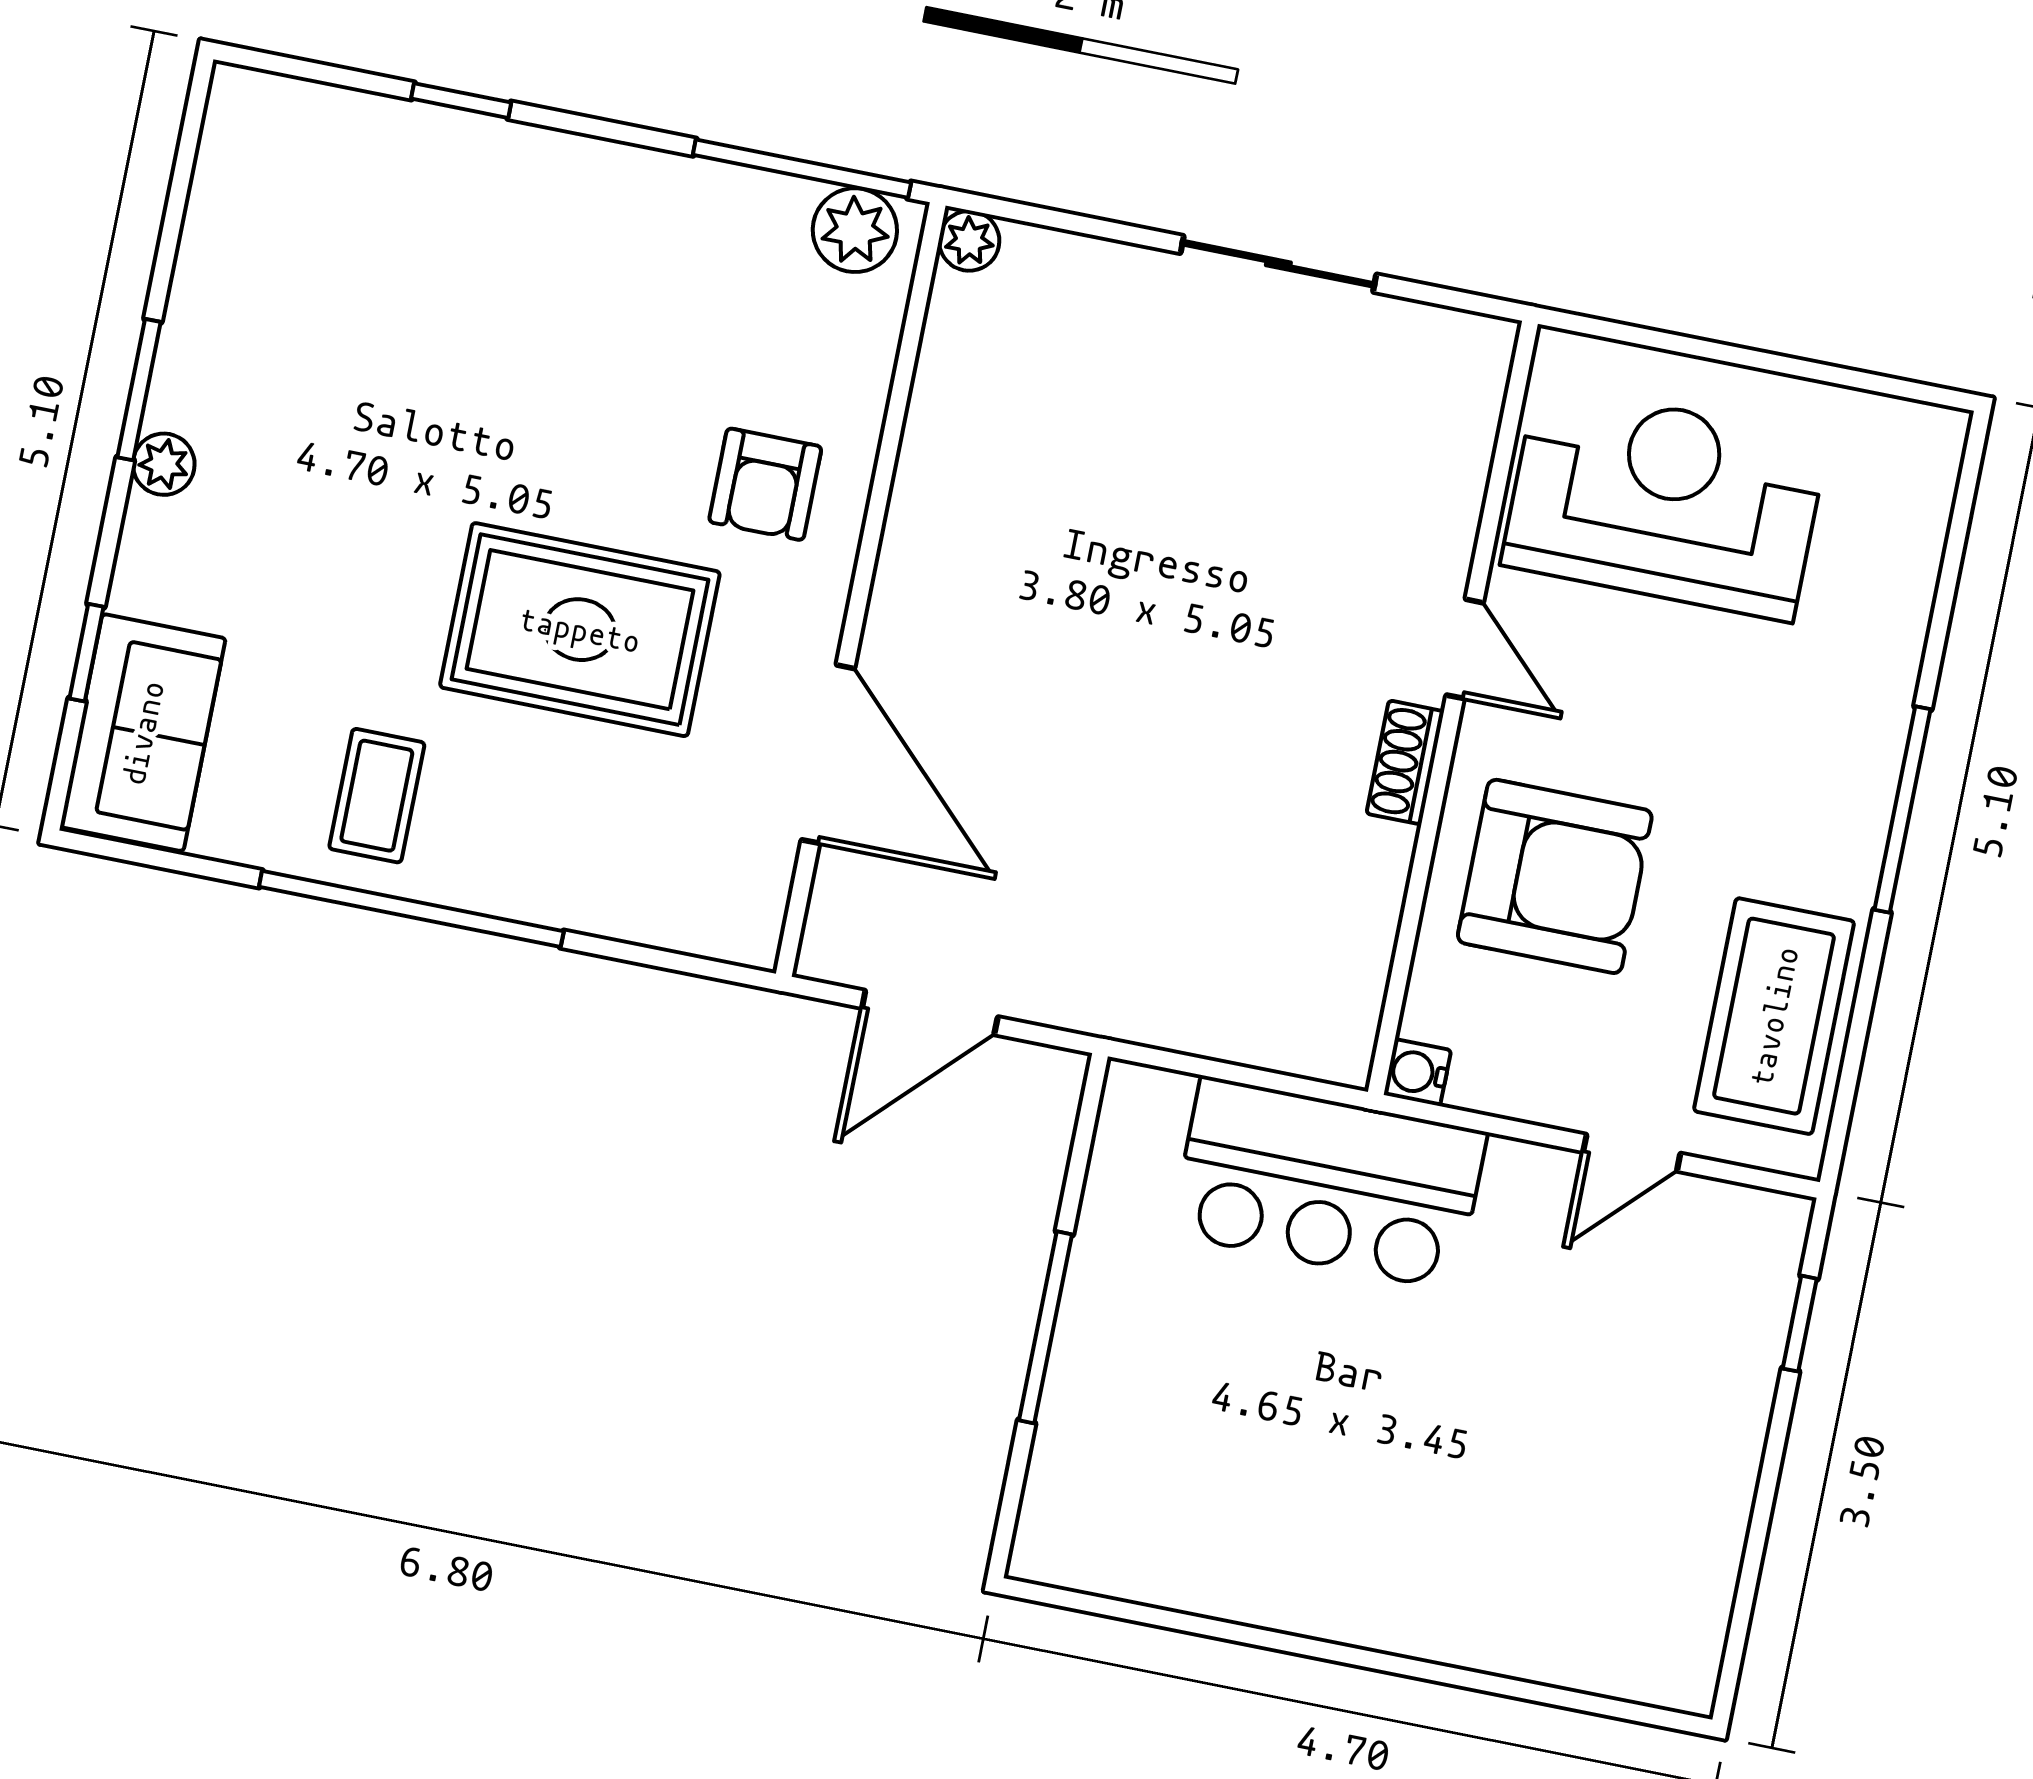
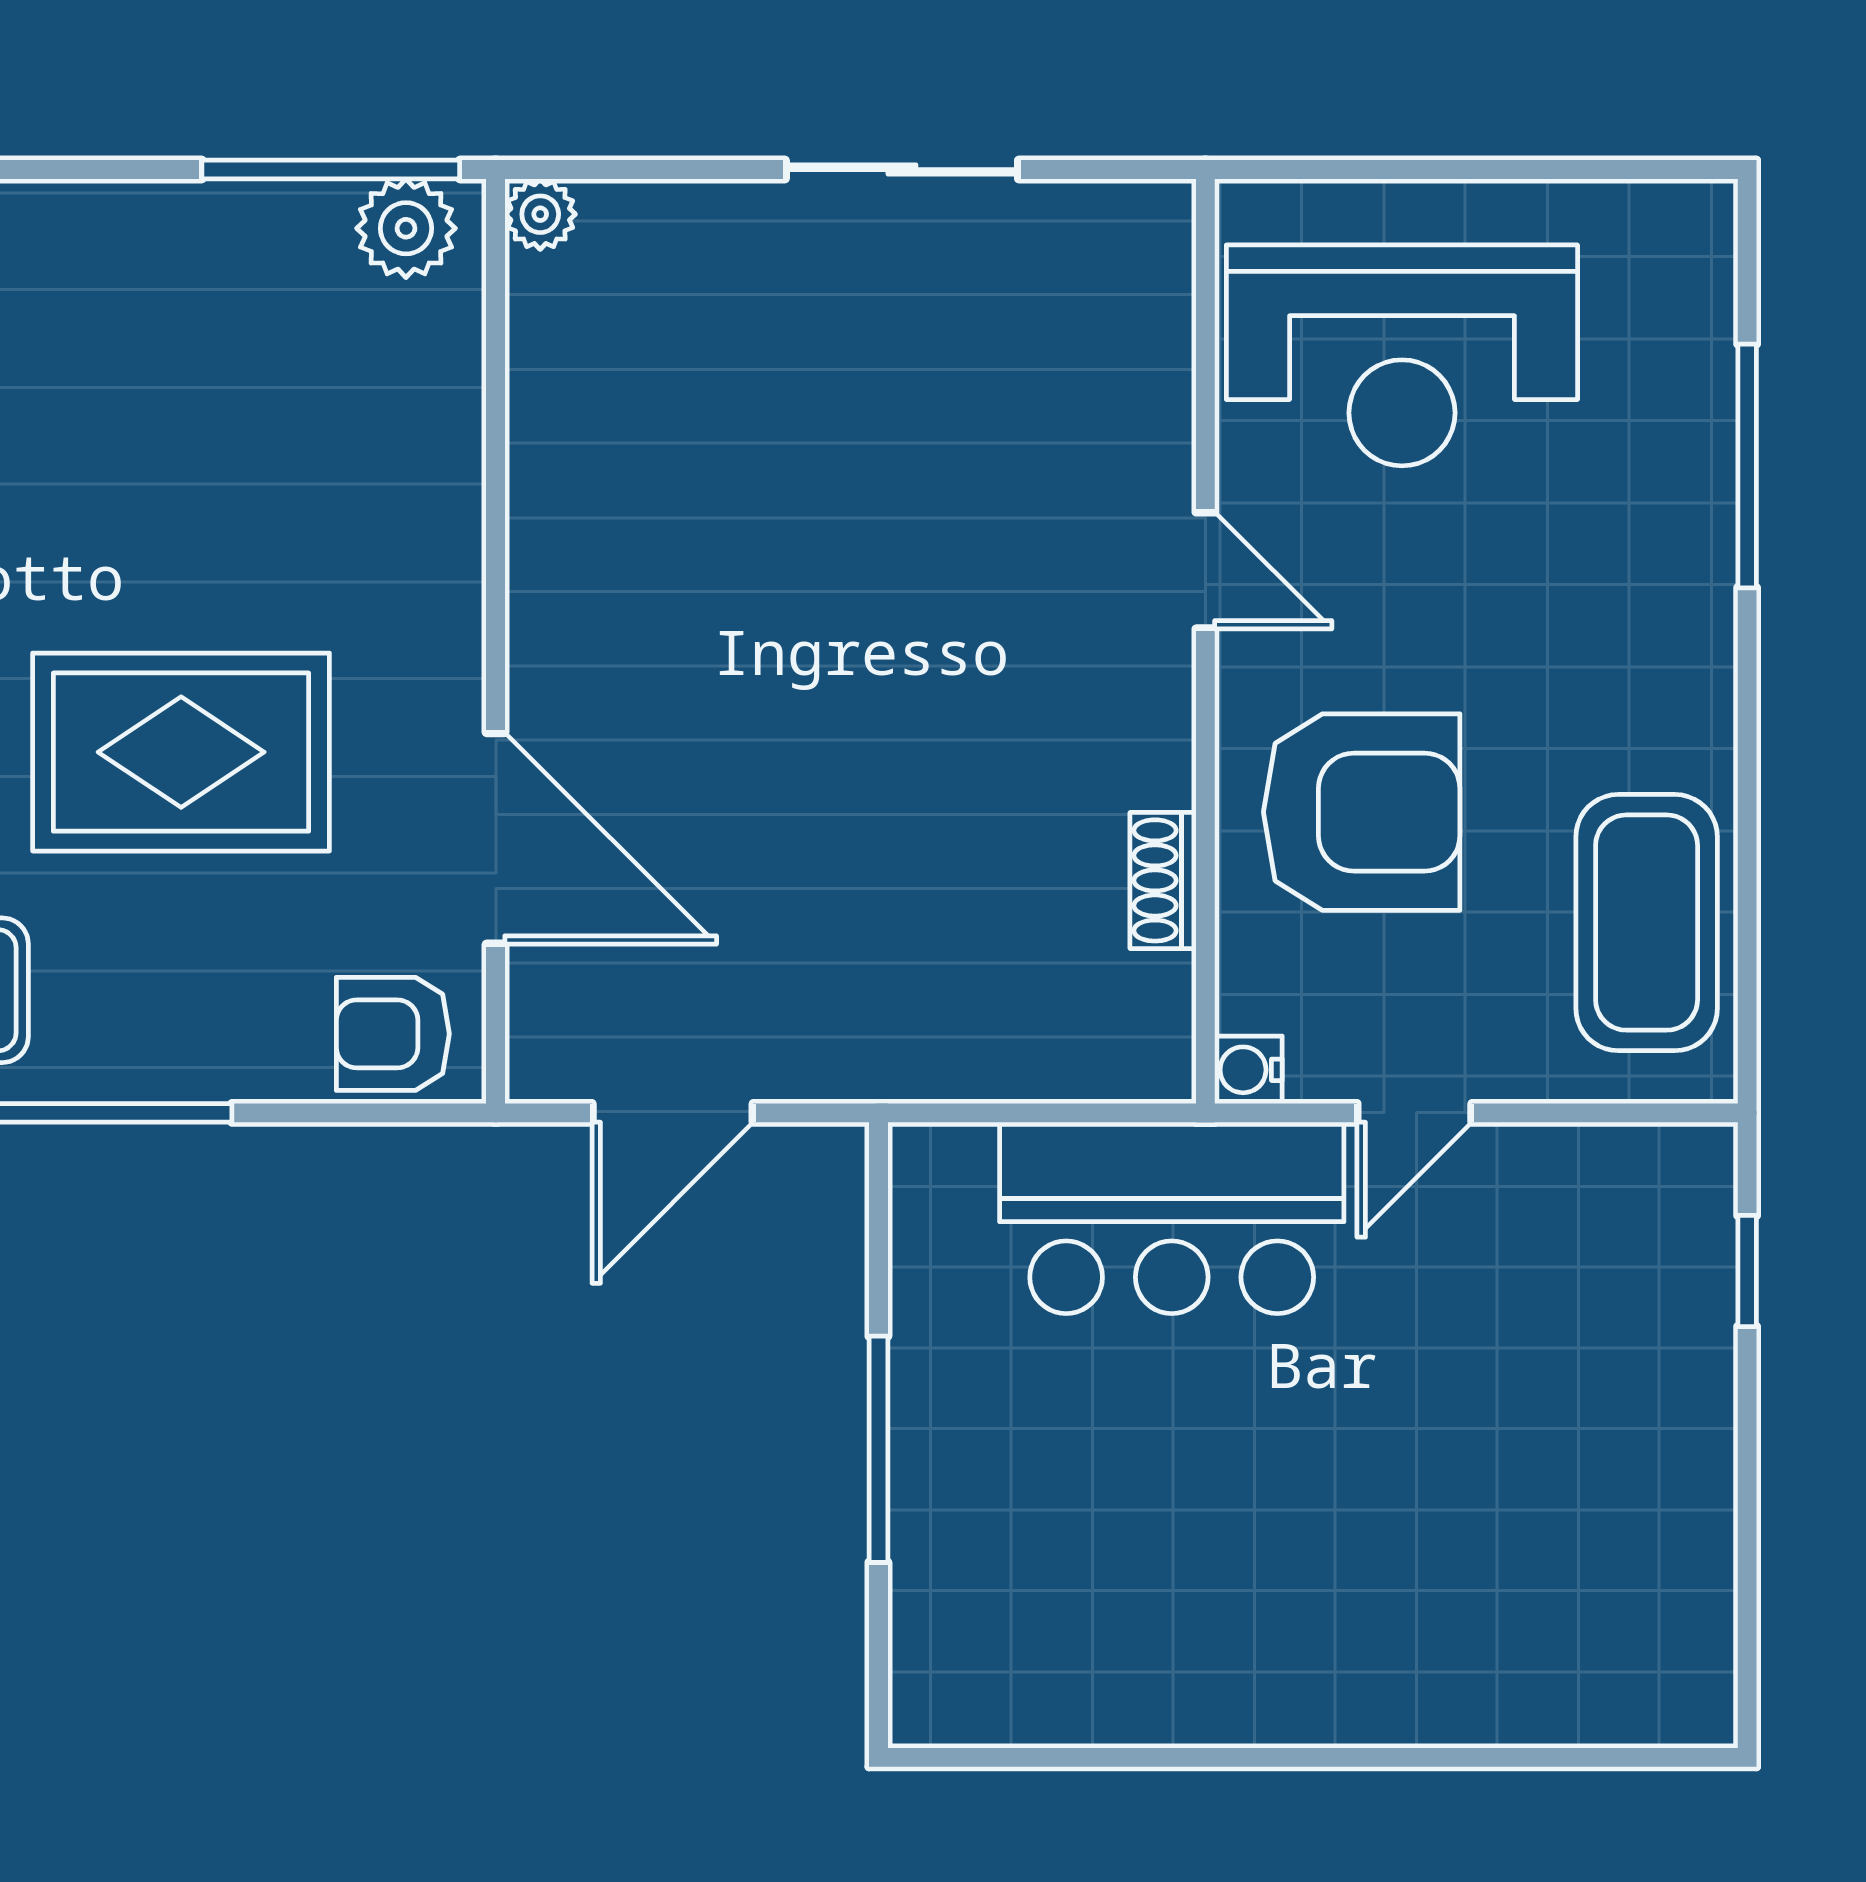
armchair: (765, 484) -> (393, 1034), moved, turned 90
reception desk: (1665, 502) -> (1402, 355), turned 180
shoe rack: (1405, 762) -> (1163, 880), moved
window: (1902, 809) -> (1747, 466), moved
door: (1632, 1153) -> (1414, 1113), moved

